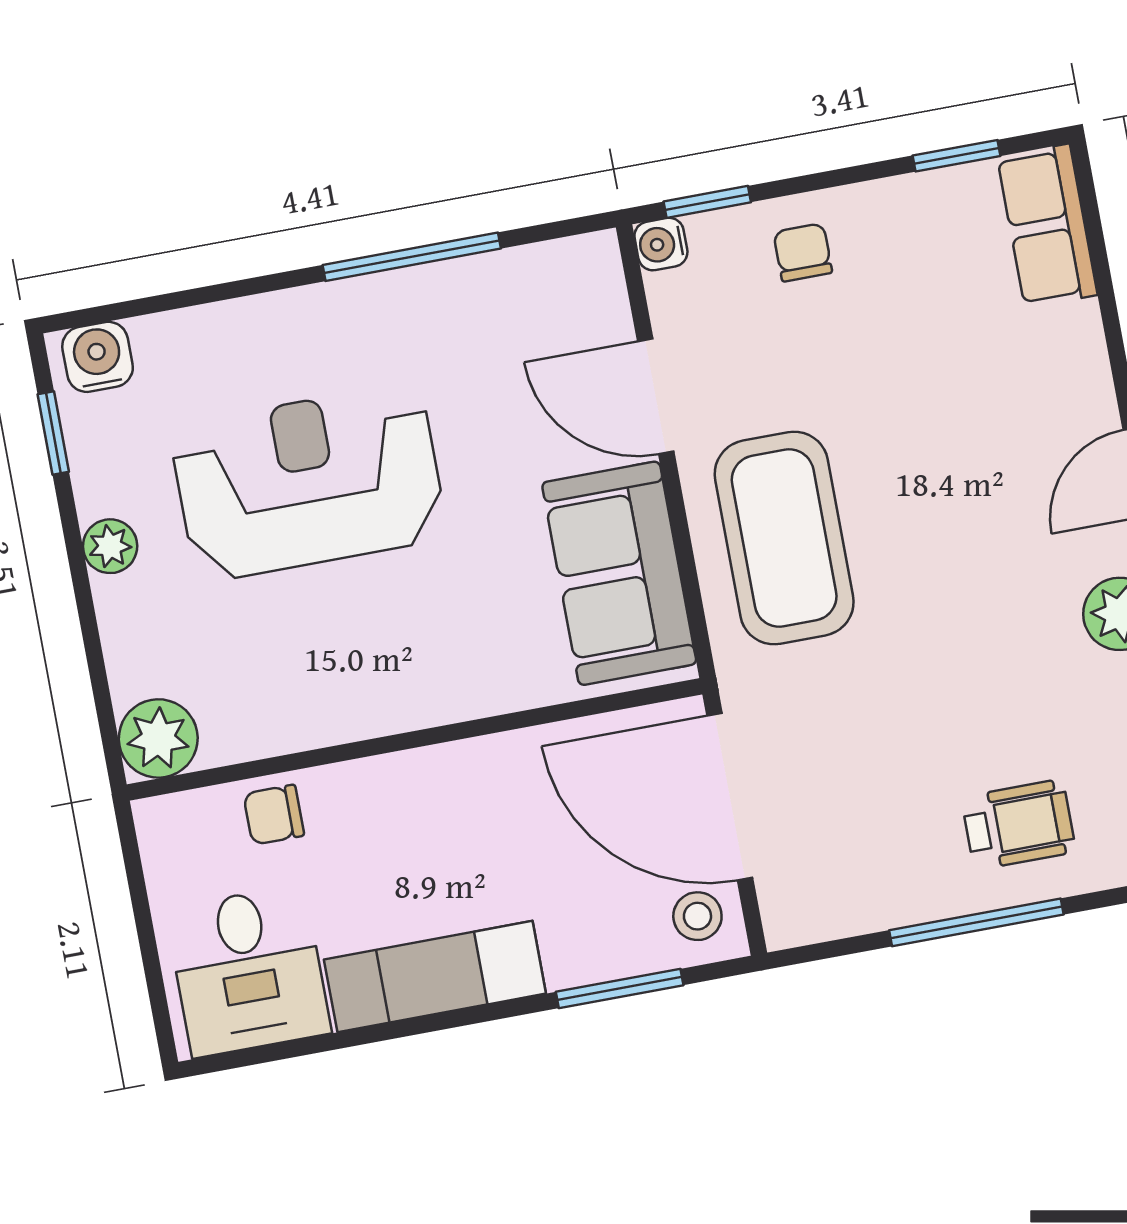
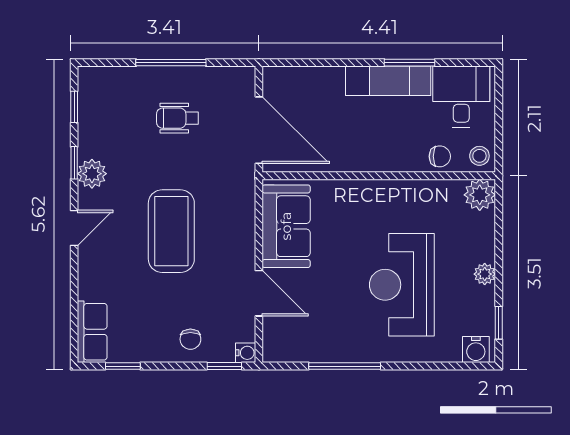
reception desk: (308, 482) -> (402, 285), turned 90
coffee table: (784, 538) -> (171, 231), moved
wheelchair: (1019, 825) -> (177, 118), moved
stool: (697, 916) -> (479, 156), moved
window: (620, 988) -> (410, 63), moved

